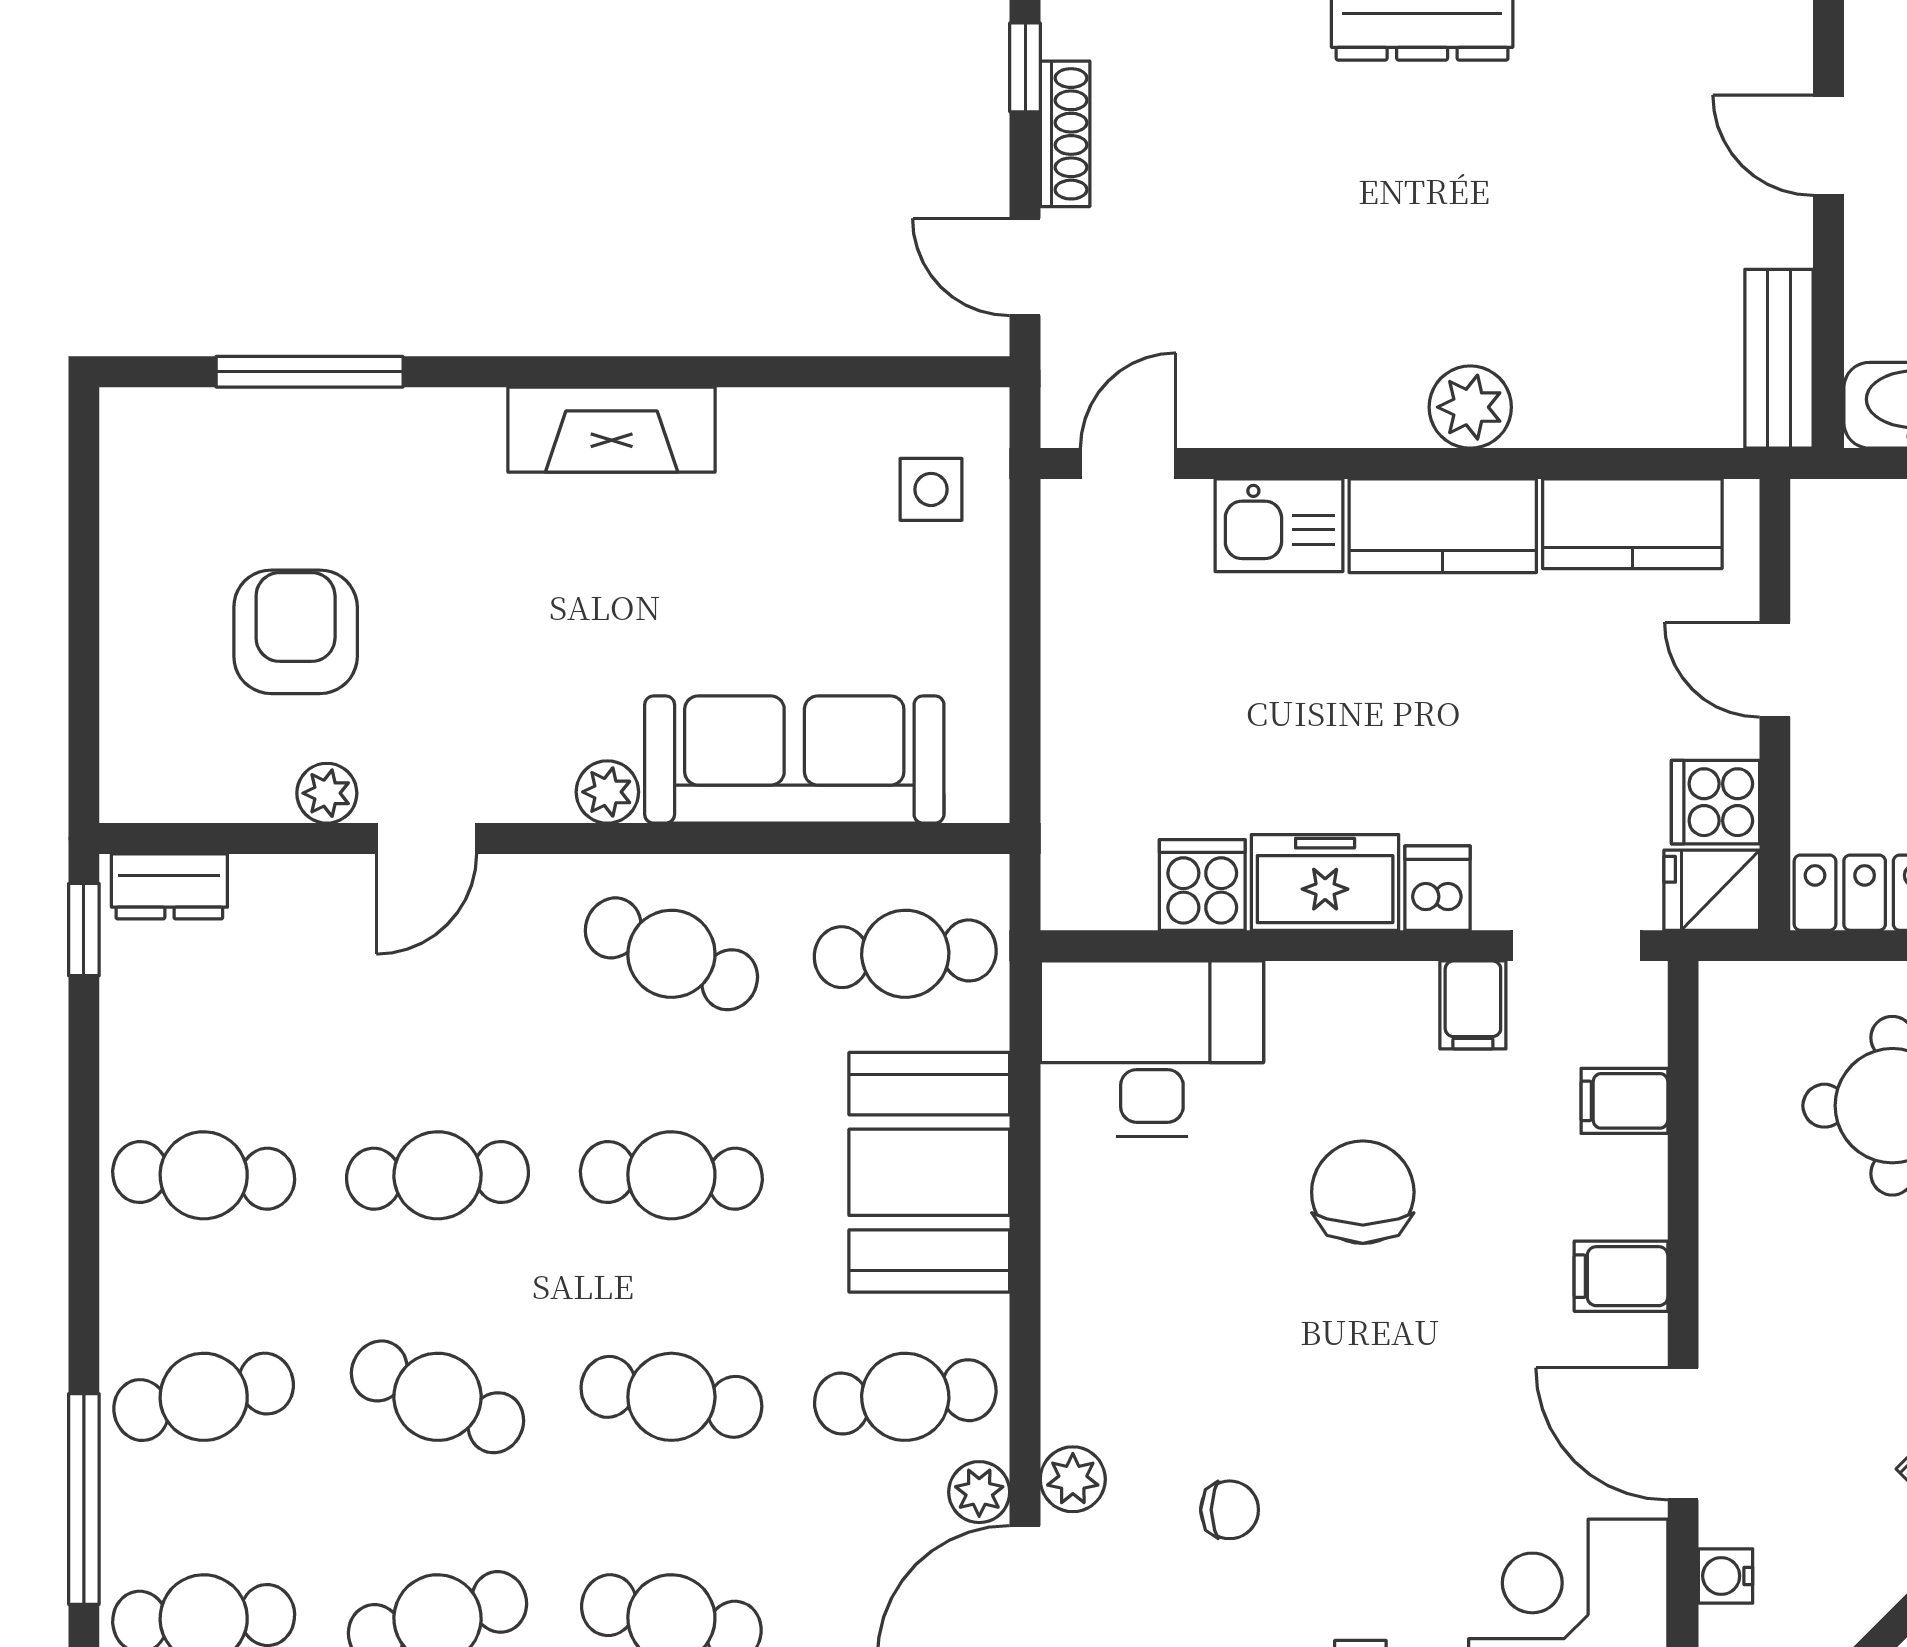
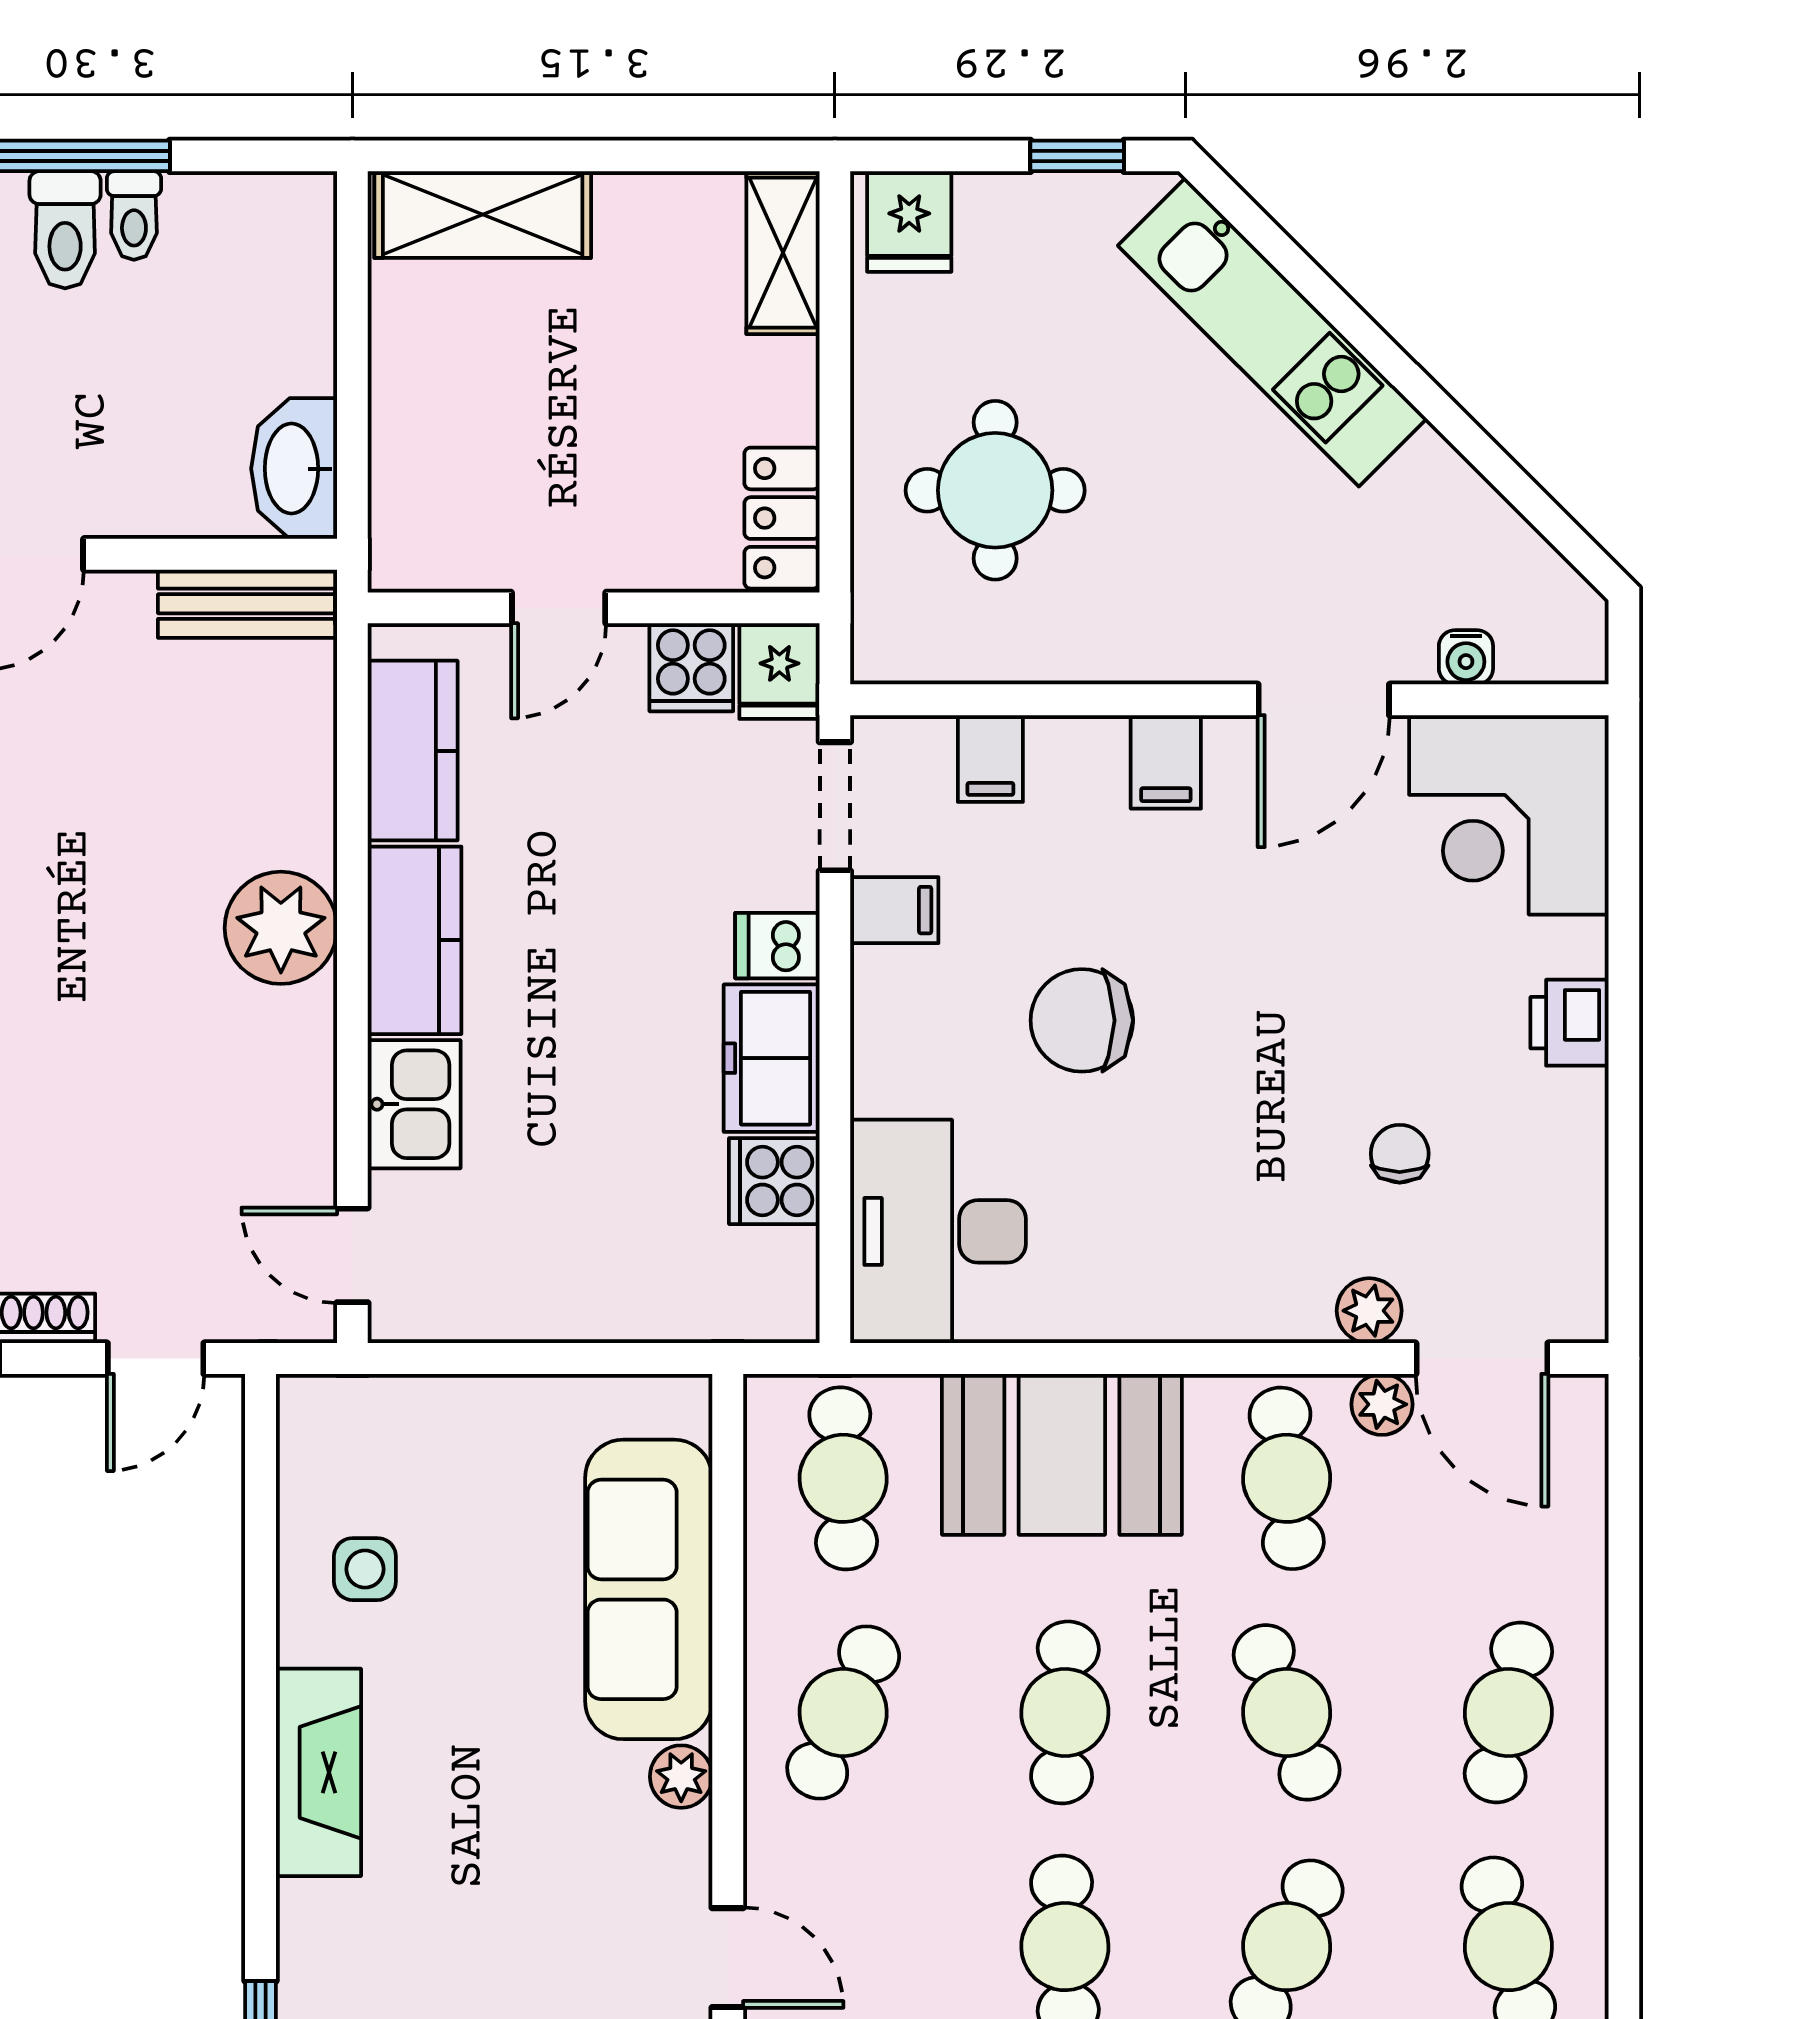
plant: (1470, 407) -> (281, 928), width x1.36, depth x1.36
side table: (931, 489) -> (365, 1569), moved
cafe table: (671, 1397) -> (1287, 1712), turned -30

